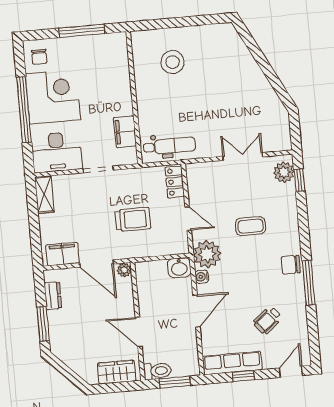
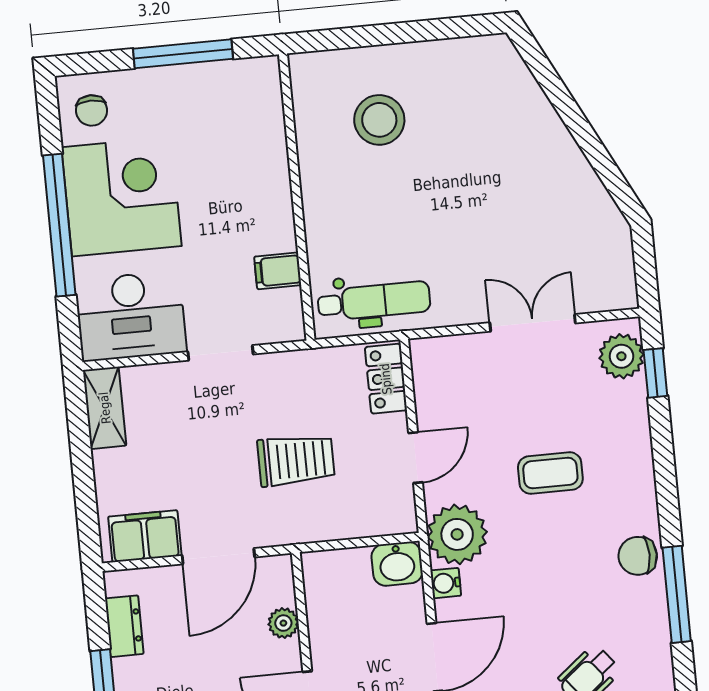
filing cabinet: (125, 132) -> (278, 271), width x0.50
door: (188, 219) -> (416, 458), hinge flipped
door: (97, 264) -> (218, 556), hinge flipped
plant: (124, 270) -> (283, 623), moved

